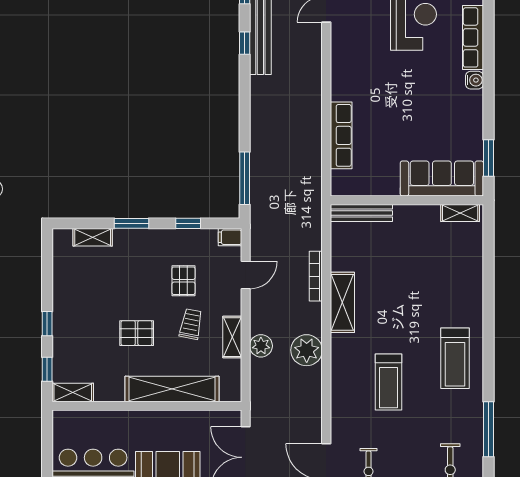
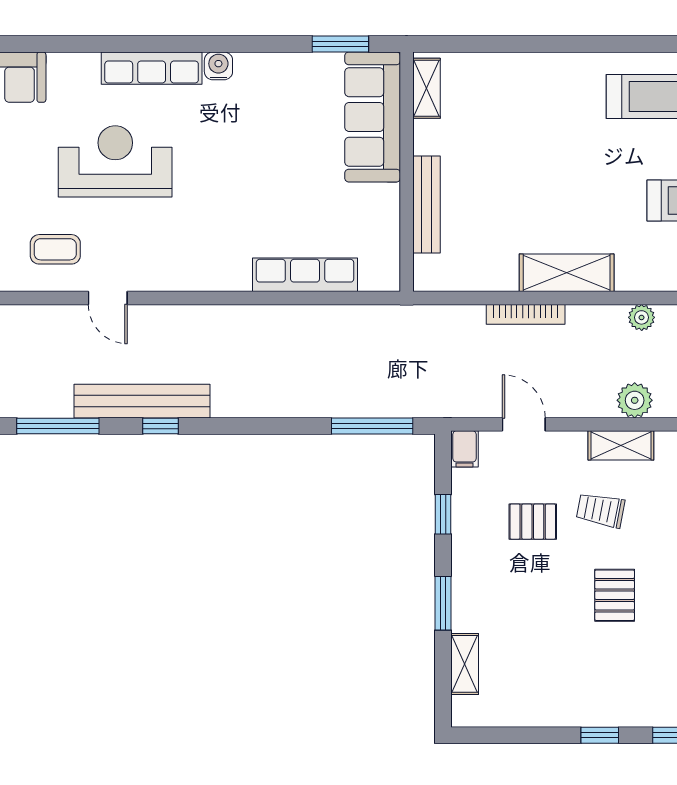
bench: (361, 213) -> (427, 205), moved
plant: (307, 350) -> (642, 317), width x0.53, depth x0.53

